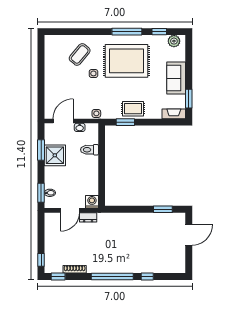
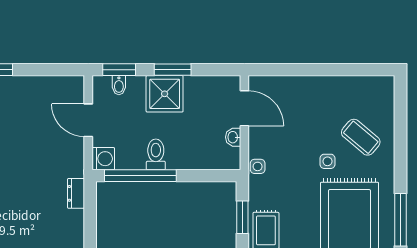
window: (41, 150) -> (173, 70), moved
toilet: (89, 150) -> (156, 154), moved
shower: (55, 155) -> (165, 94), moved
window: (102, 180) -> (140, 176), added
dresser: (88, 217) -> (76, 193), moved

